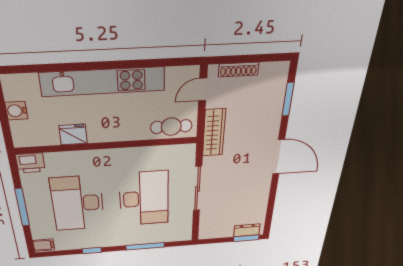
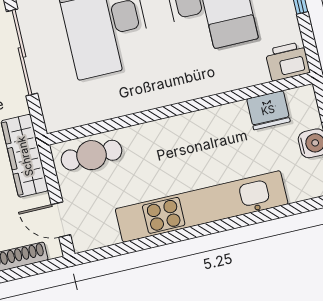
door: (203, 89) -> (61, 220), swing flipped
fridge: (73, 135) -> (268, 110), moved

